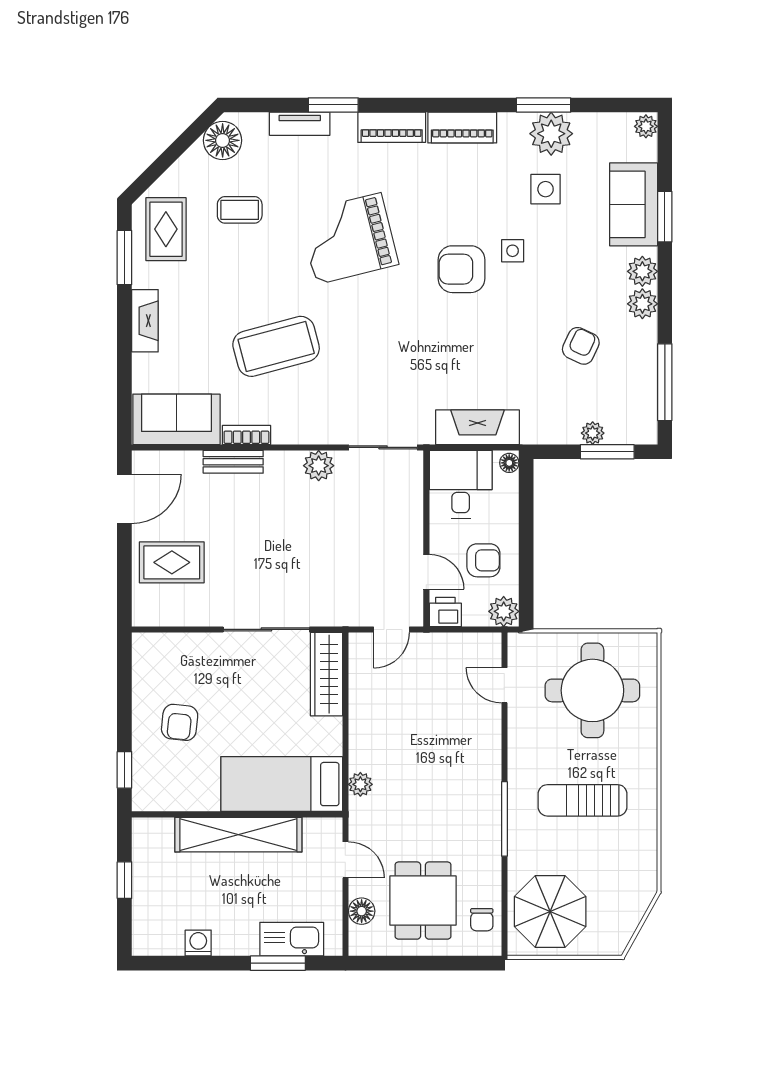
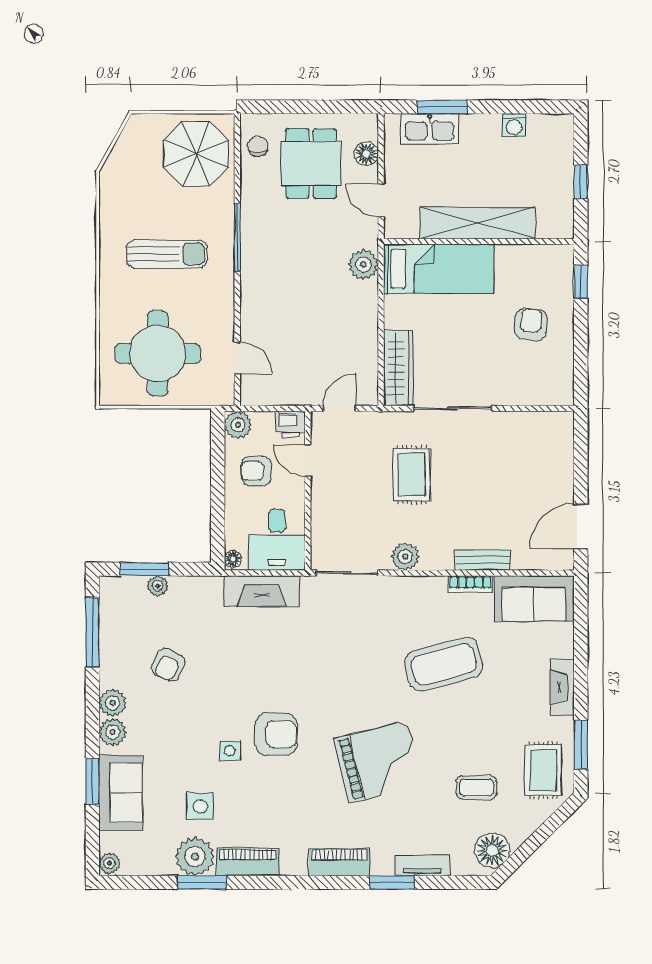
piano: (462, 128) -> (248, 862), moved
rug: (172, 562) -> (412, 475), moved, turned 90
plant: (360, 784) -> (363, 264), width x1.38, depth x1.38

